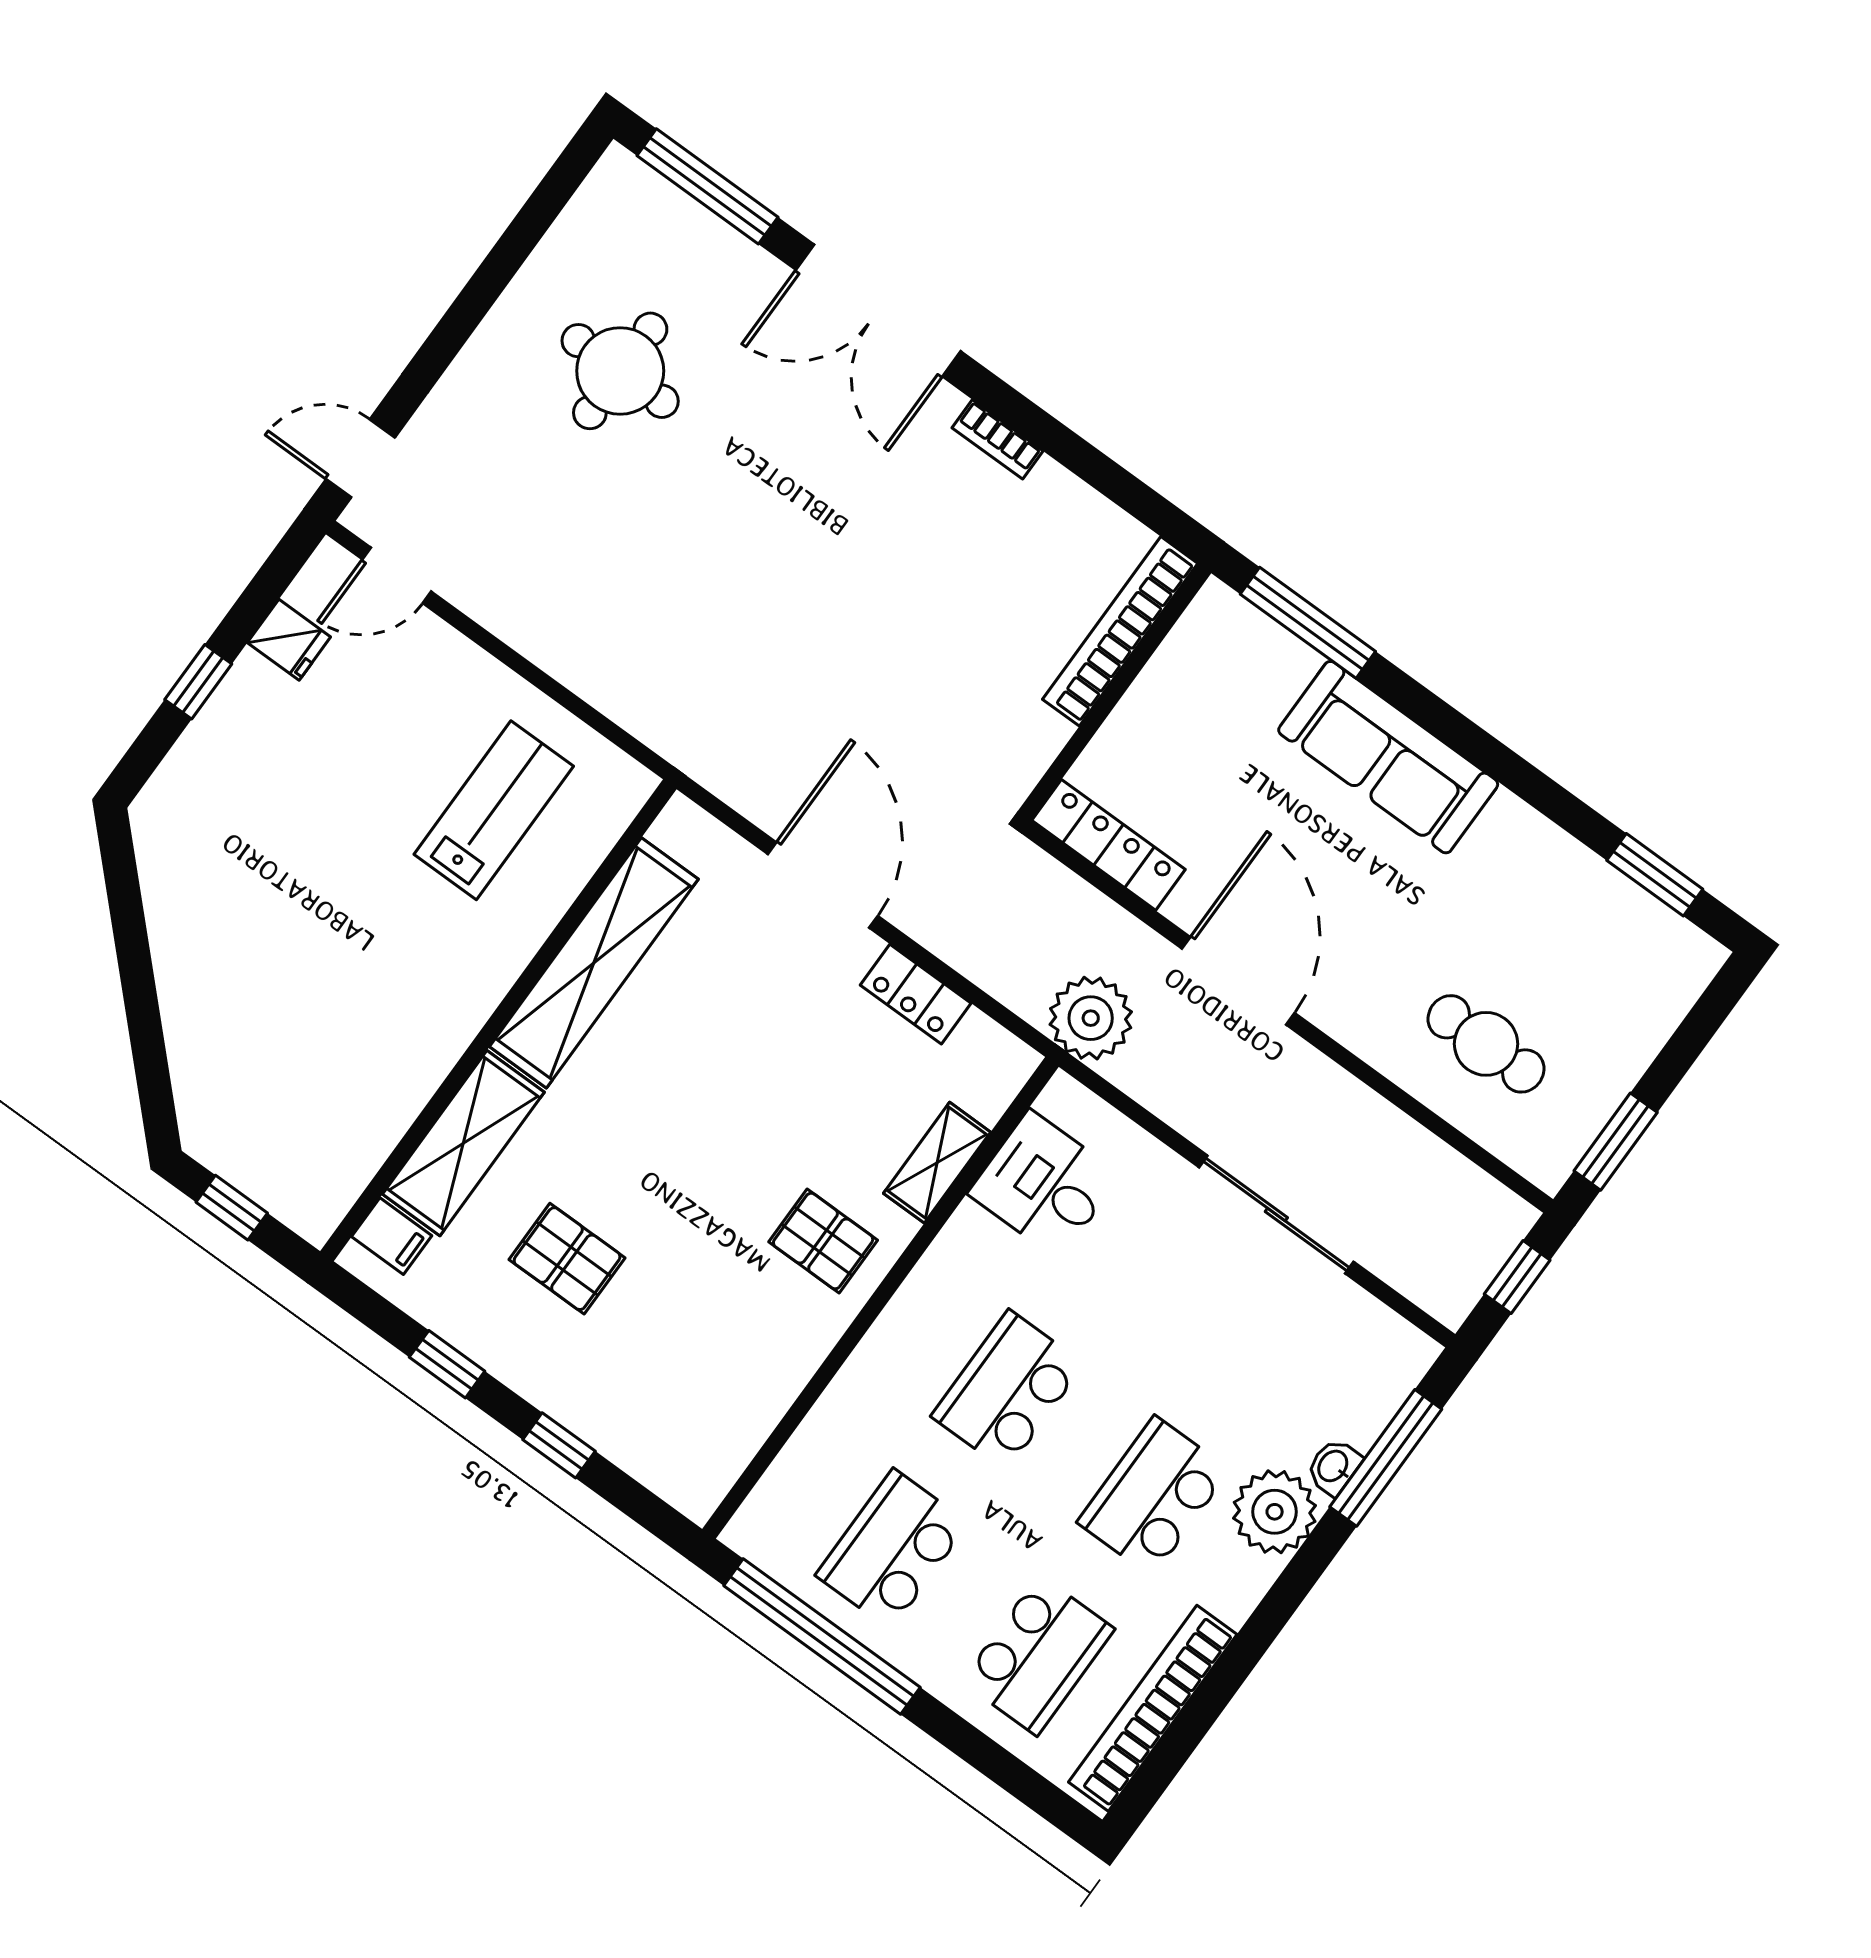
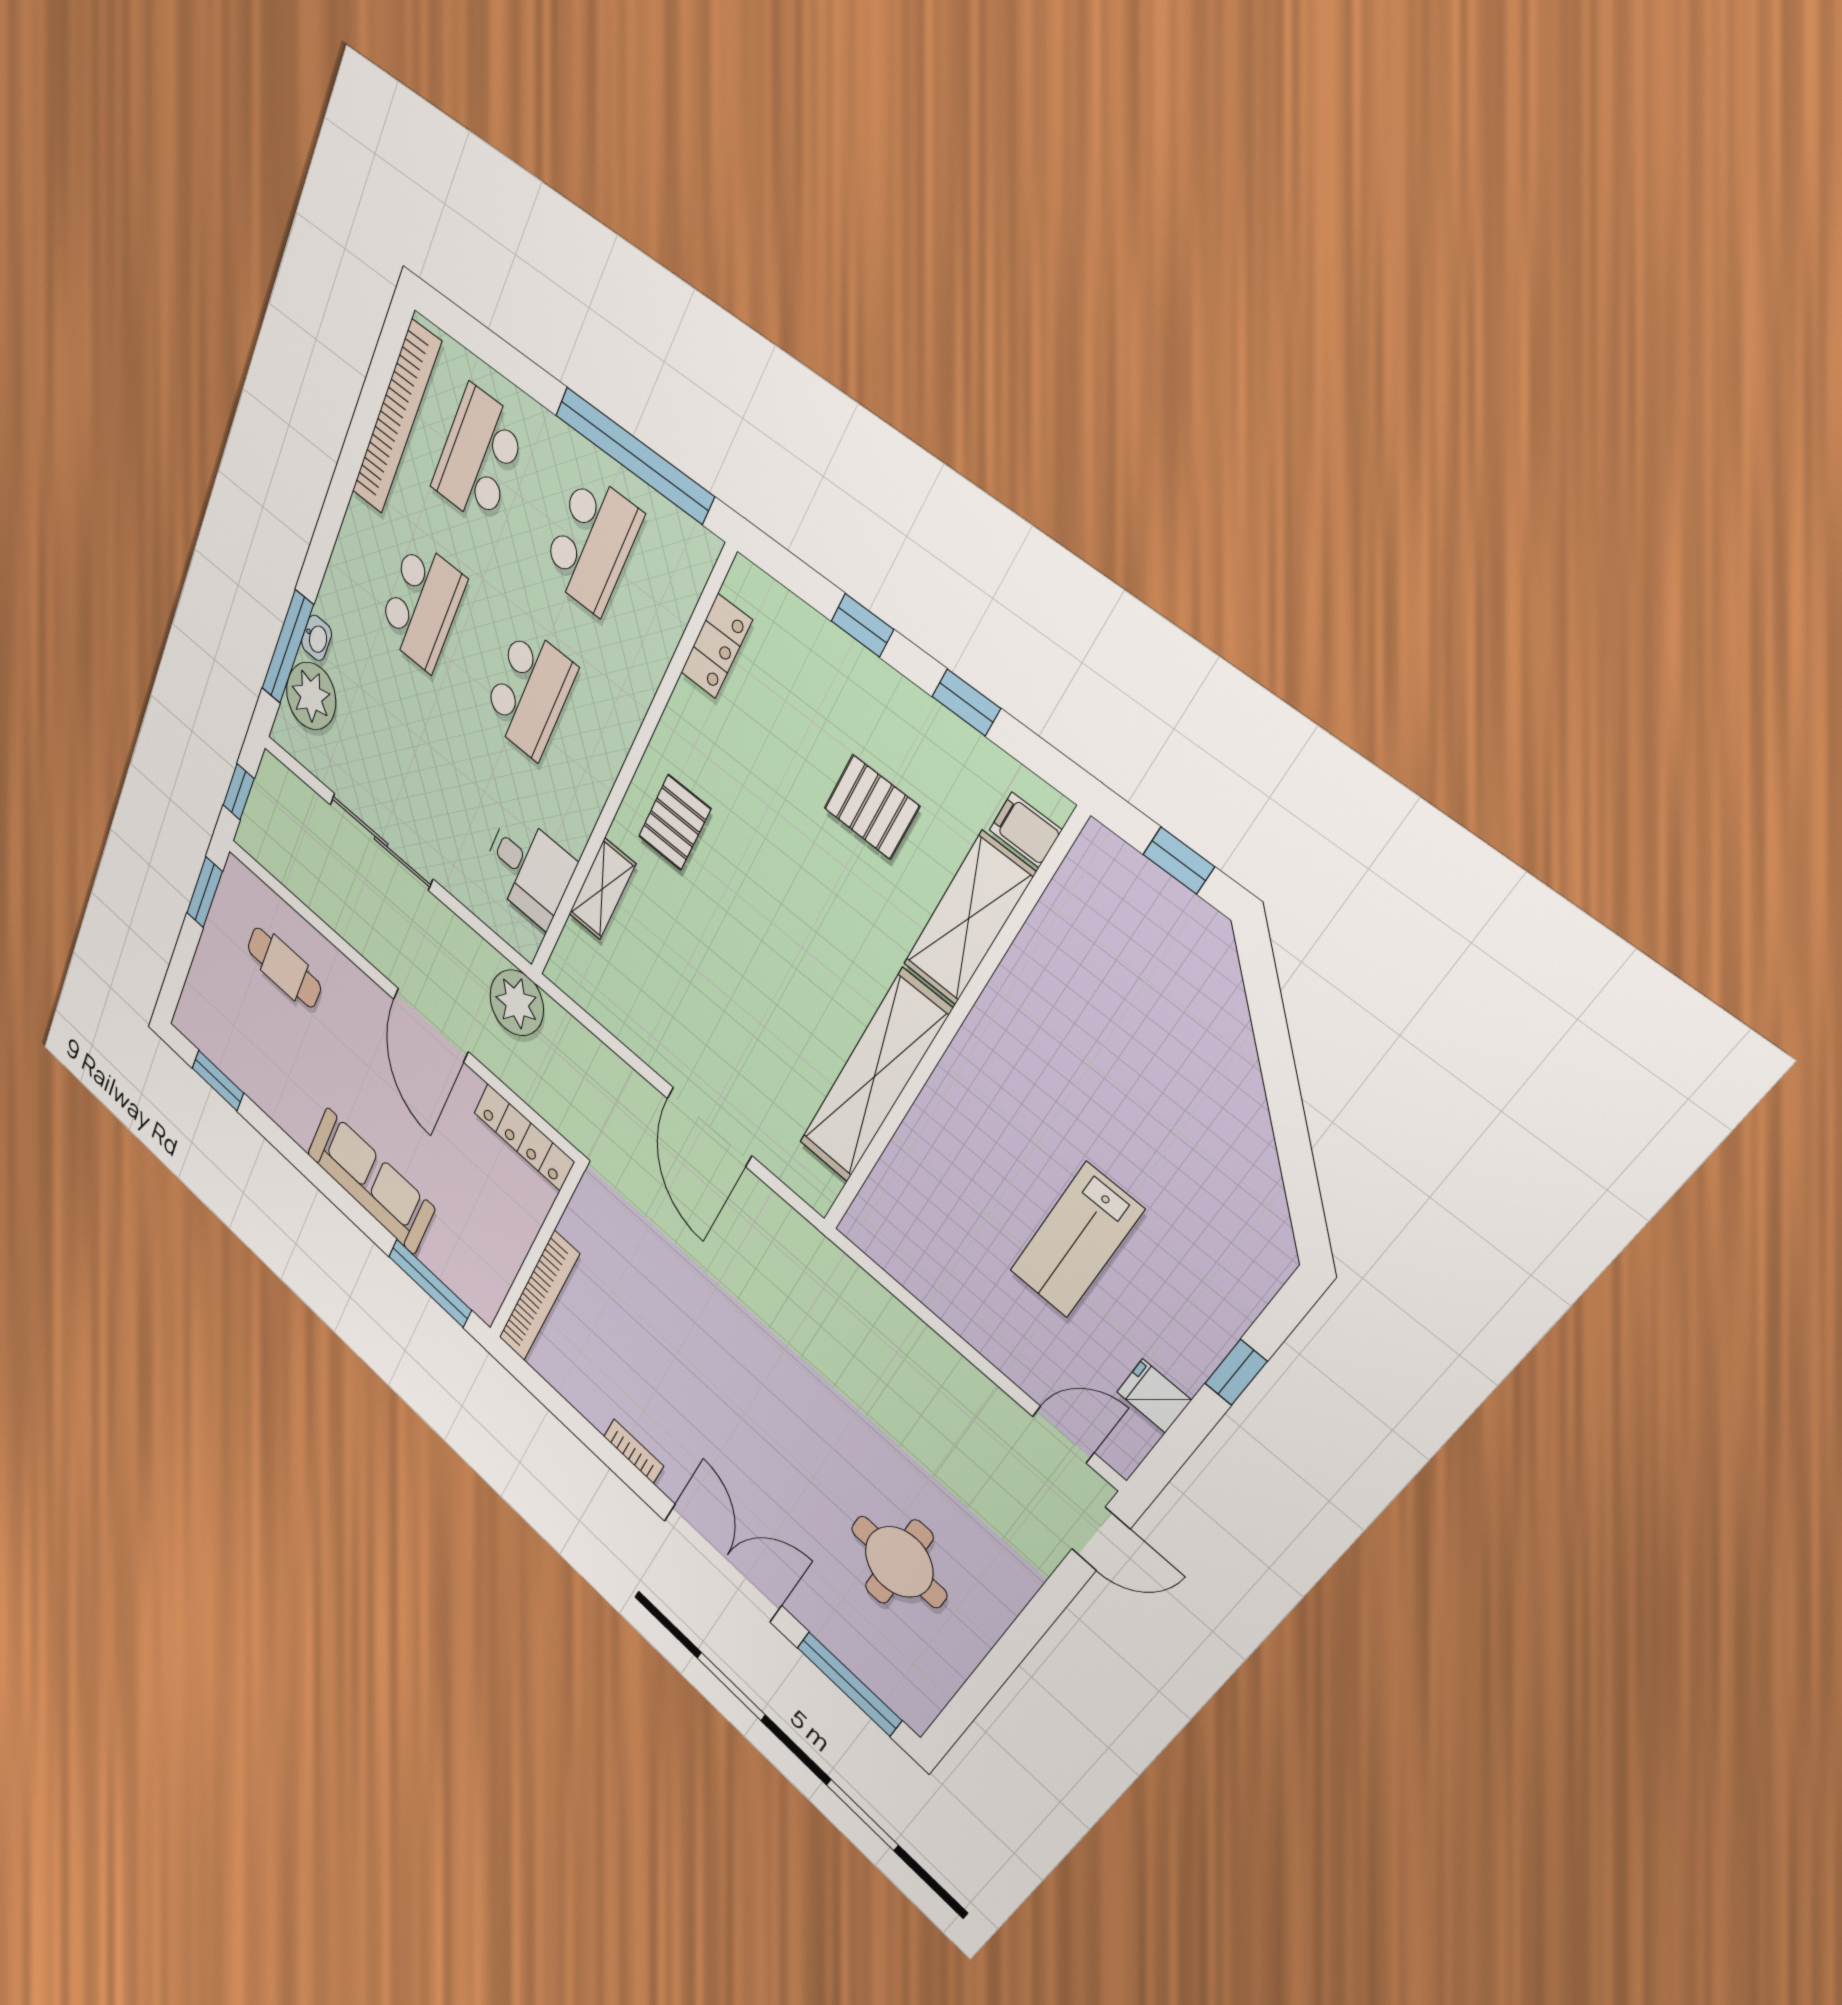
lab bench: (494, 810) -> (1076, 1240), moved
locker: (916, 994) -> (716, 646), moved, turned 90
pallet: (823, 1241) -> (675, 822), turned 90
plant: (1275, 1512) -> (311, 696), moved

